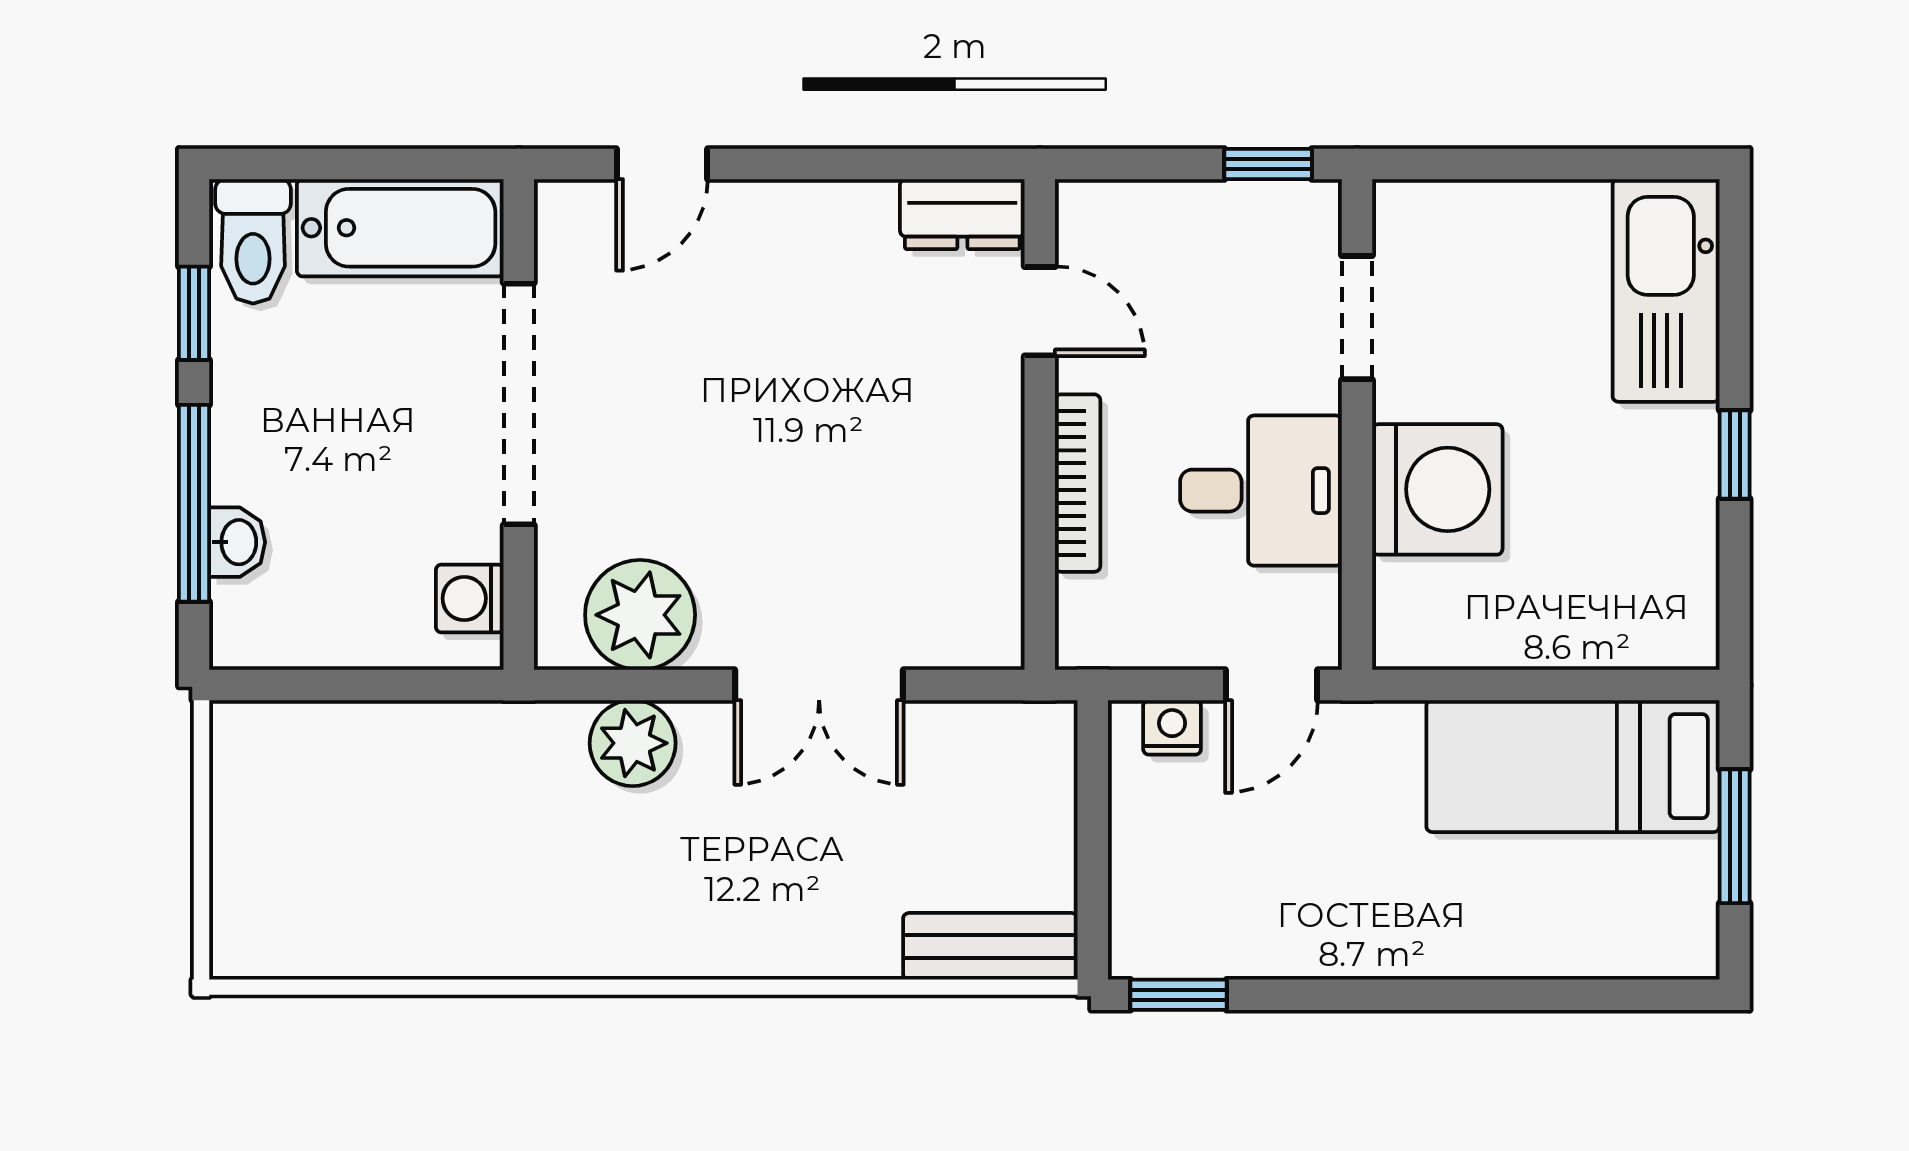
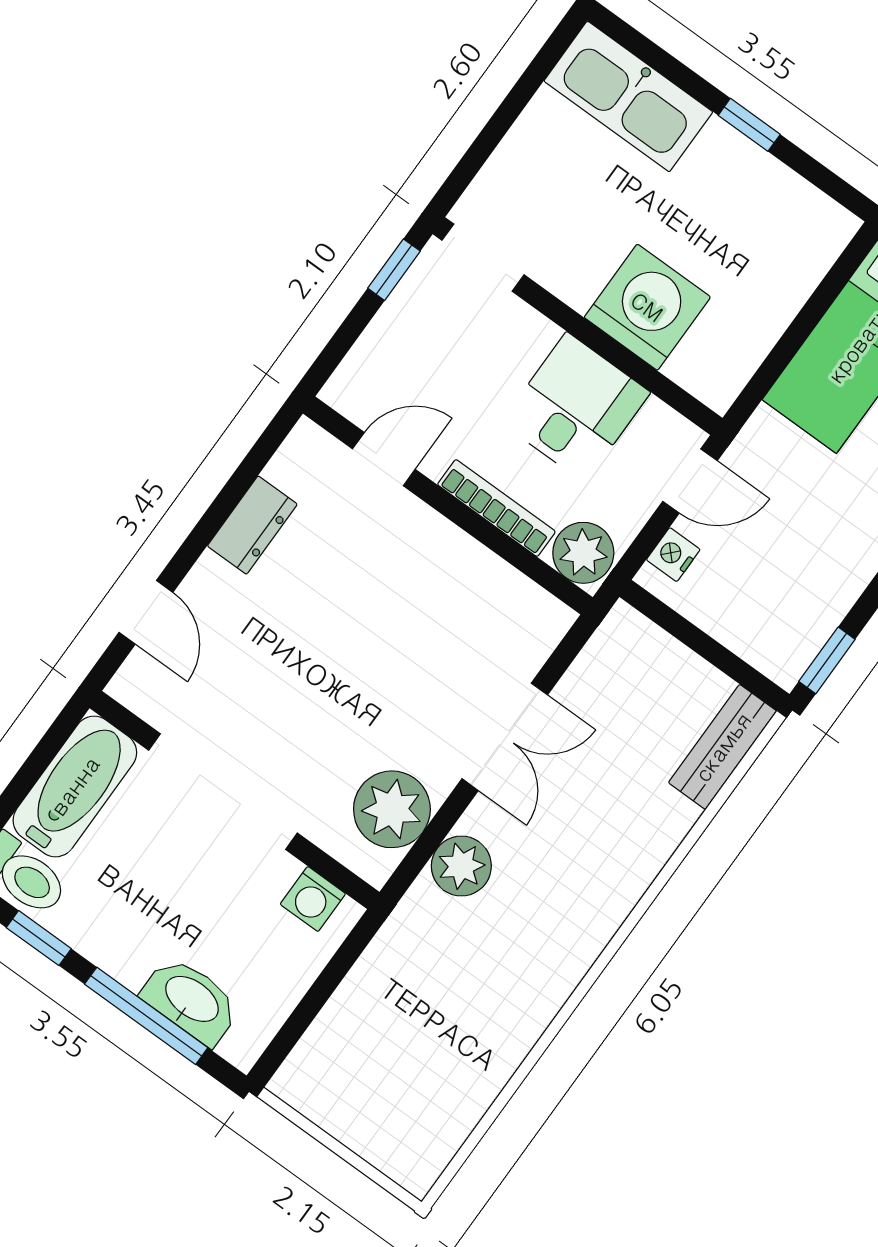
dresser: (962, 214) -> (252, 525), moved
doorway: (1357, 318) -> (483, 258), moved
washbasin: (237, 542) -> (191, 1000), width x1.91, depth x1.45
plant: (1099, 621) -> (583, 553), added
door: (1272, 685) -> (690, 481), hinge flipped

